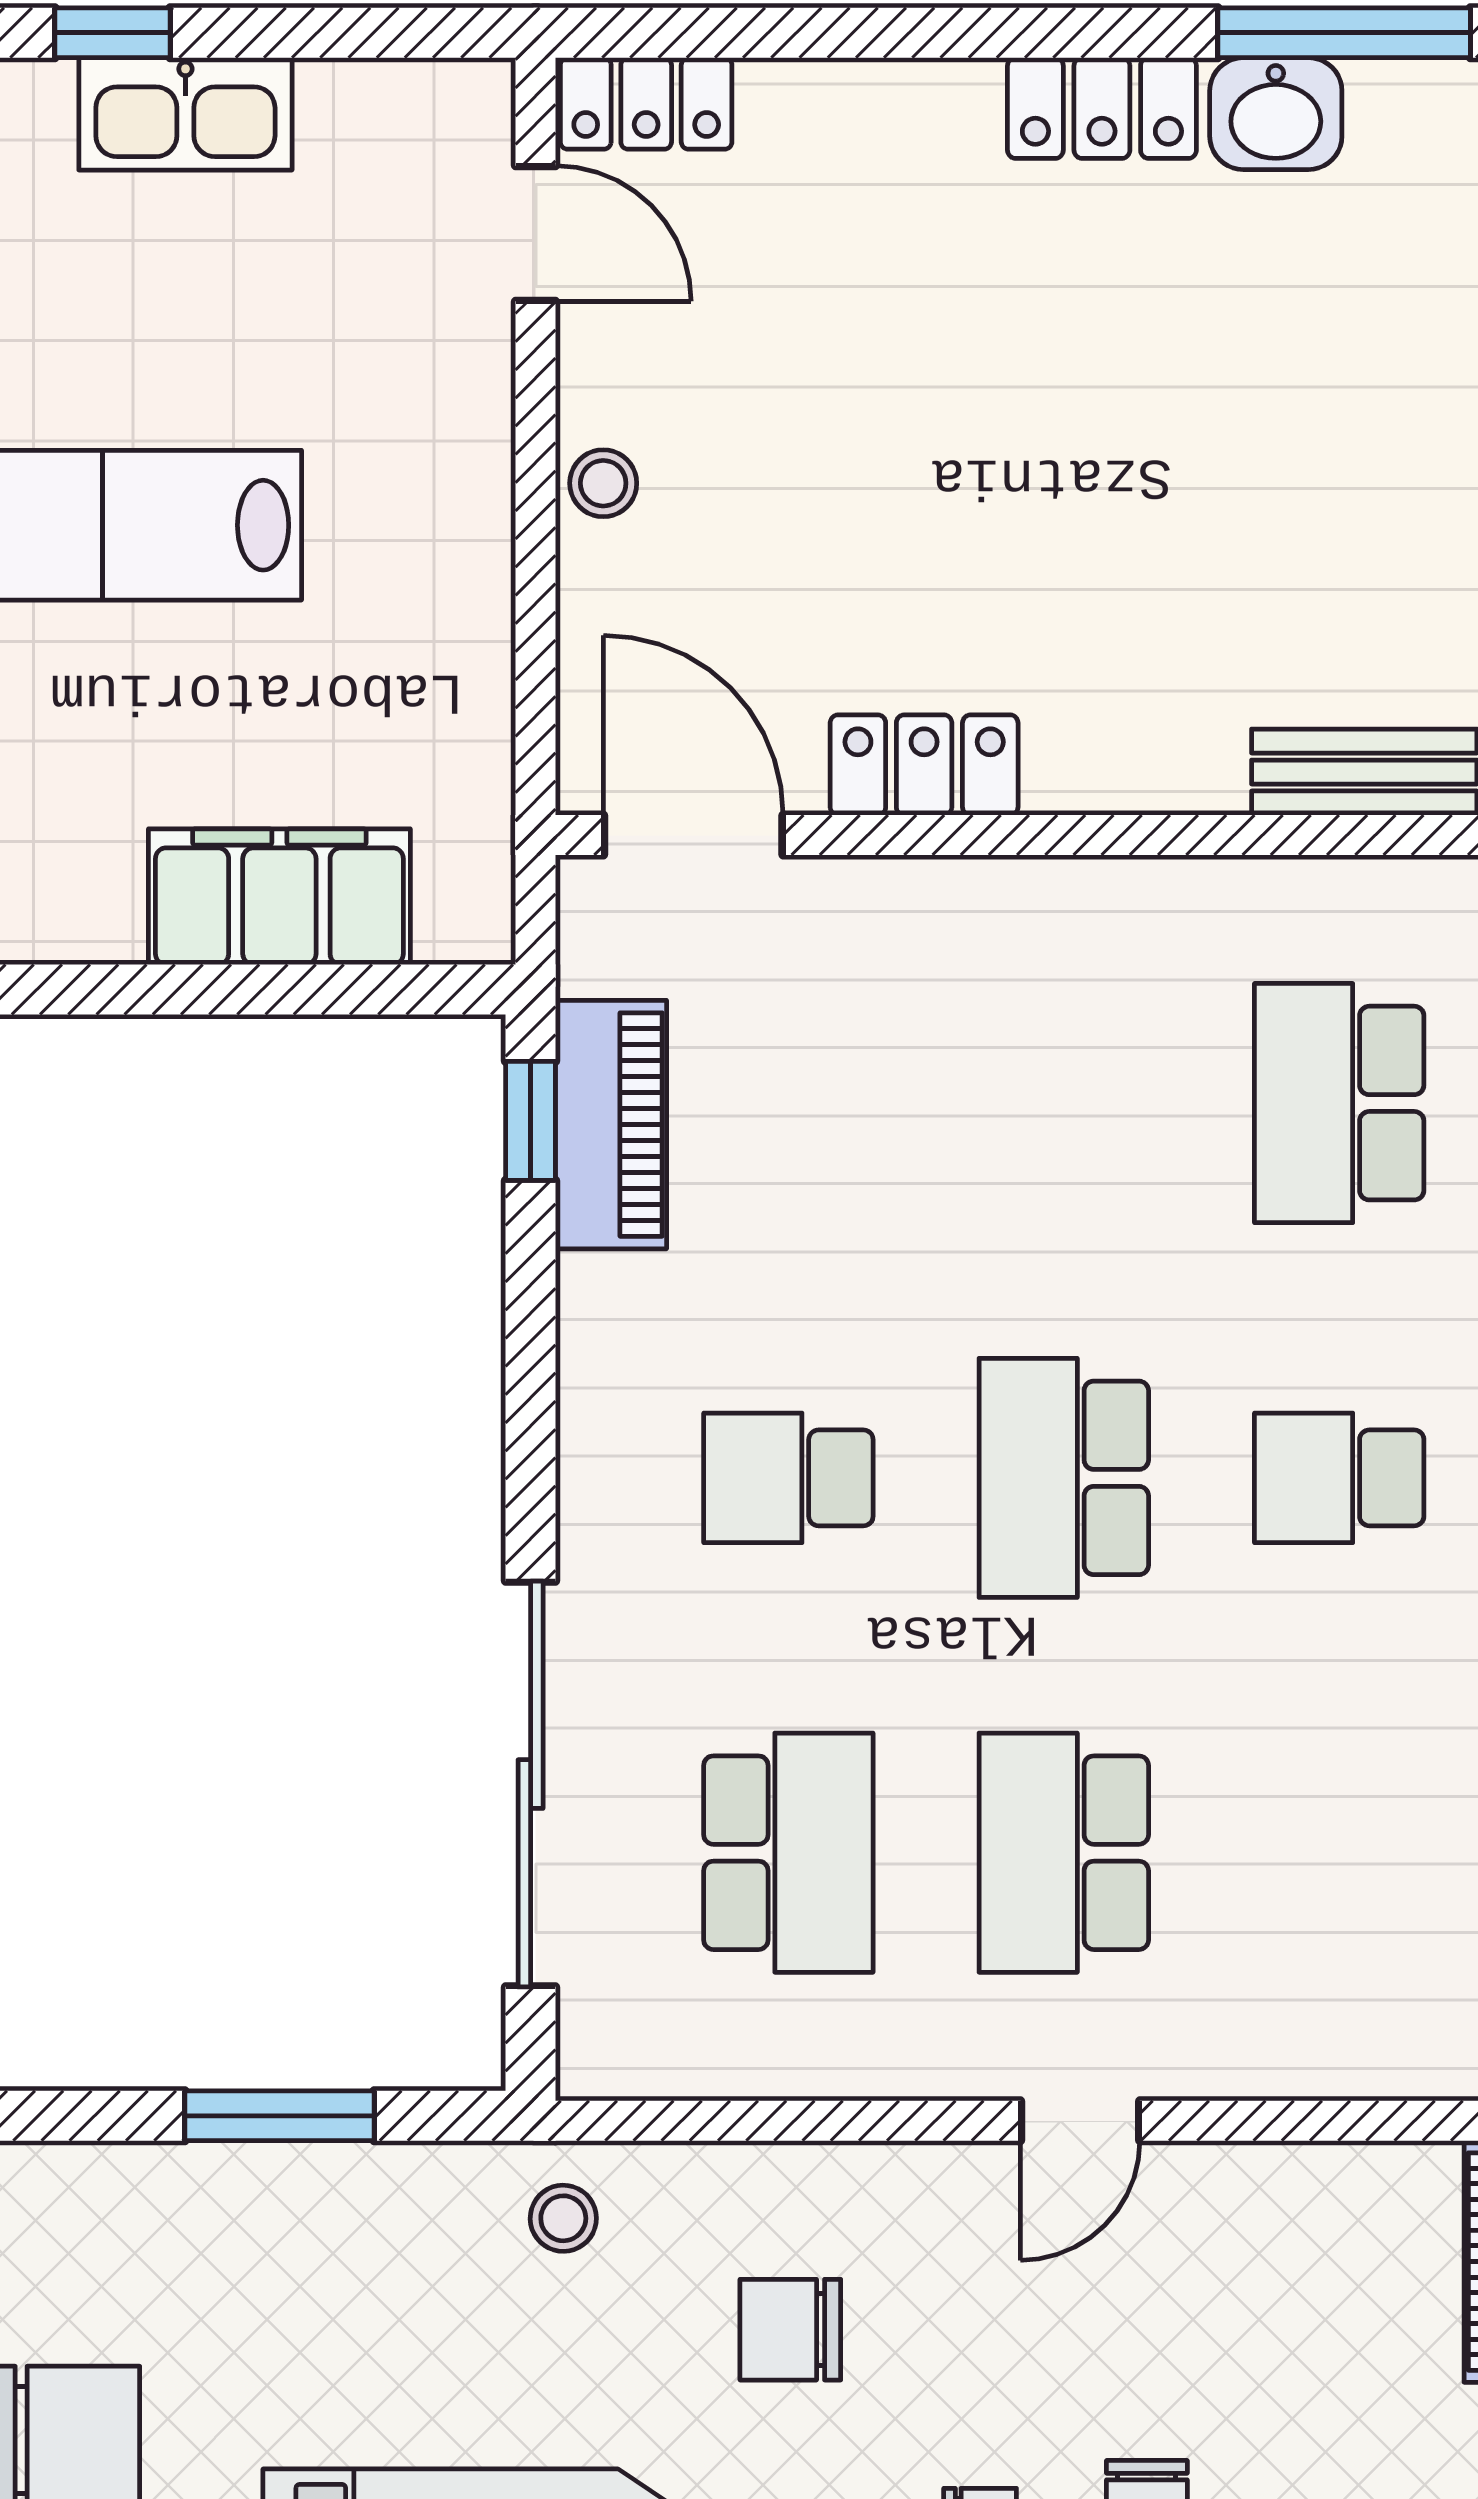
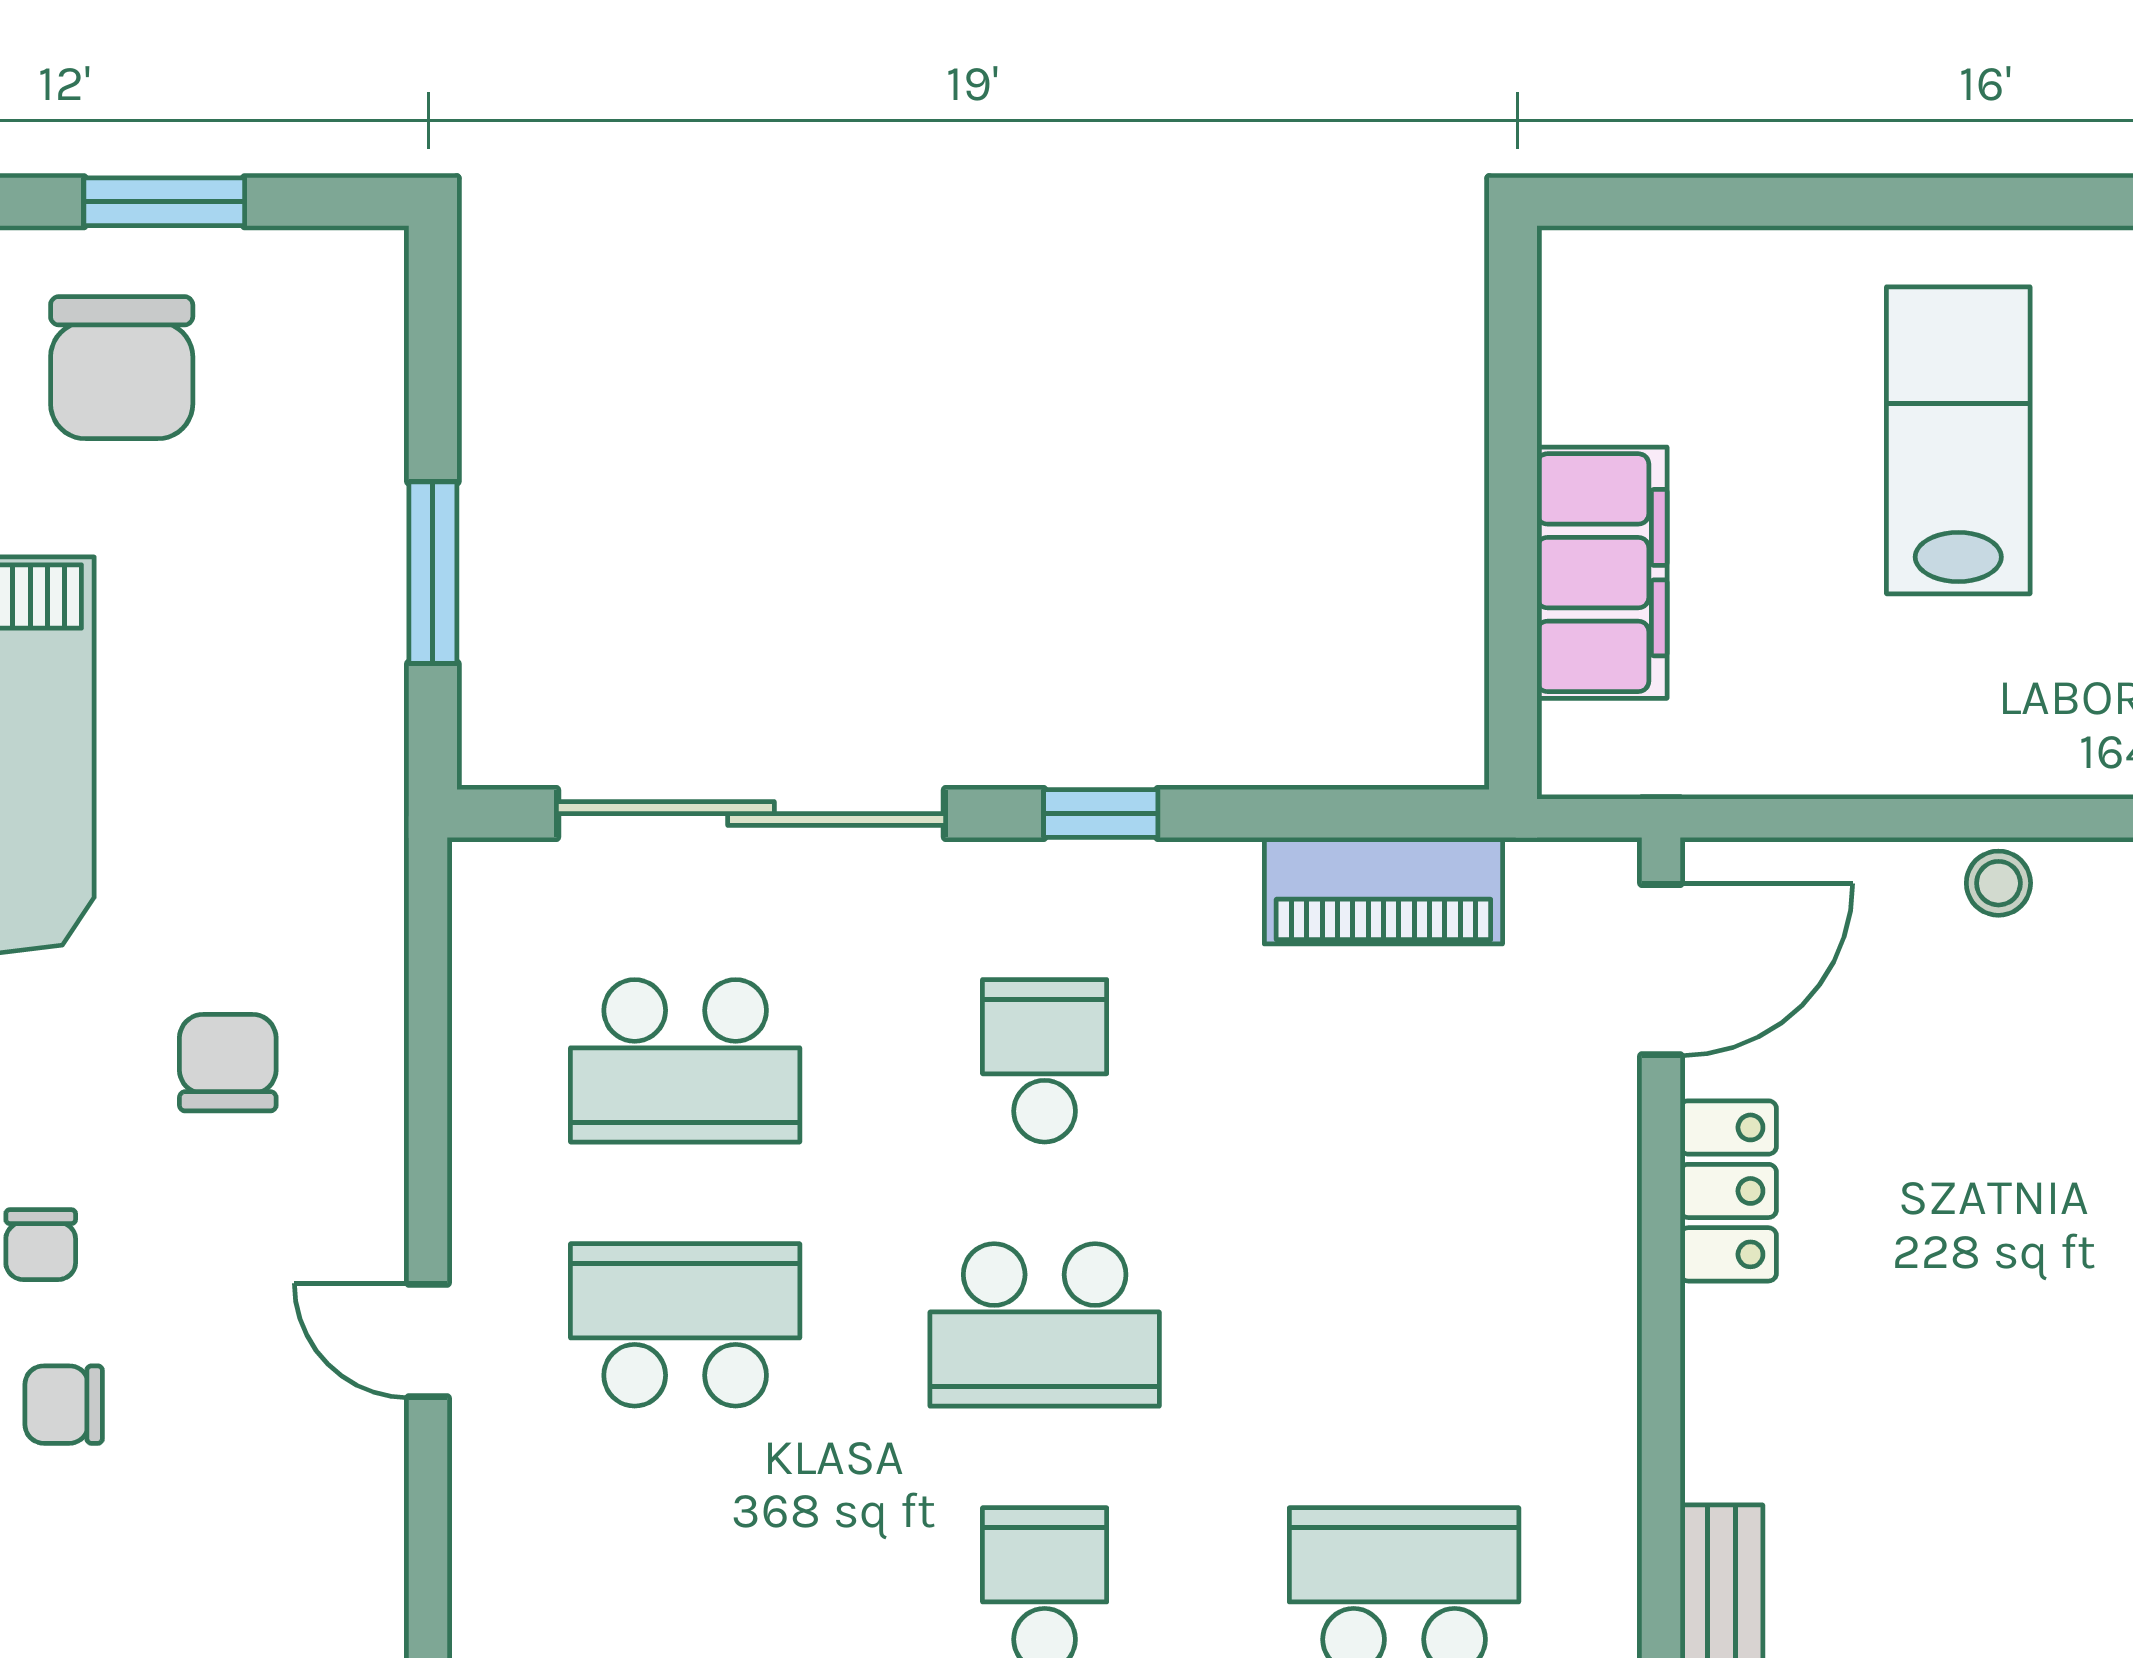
window: (531, 1121) -> (1101, 814), moved
school desk: (1064, 1478) -> (1045, 1325), turned 180
stool: (563, 2218) -> (335, 845), removed

